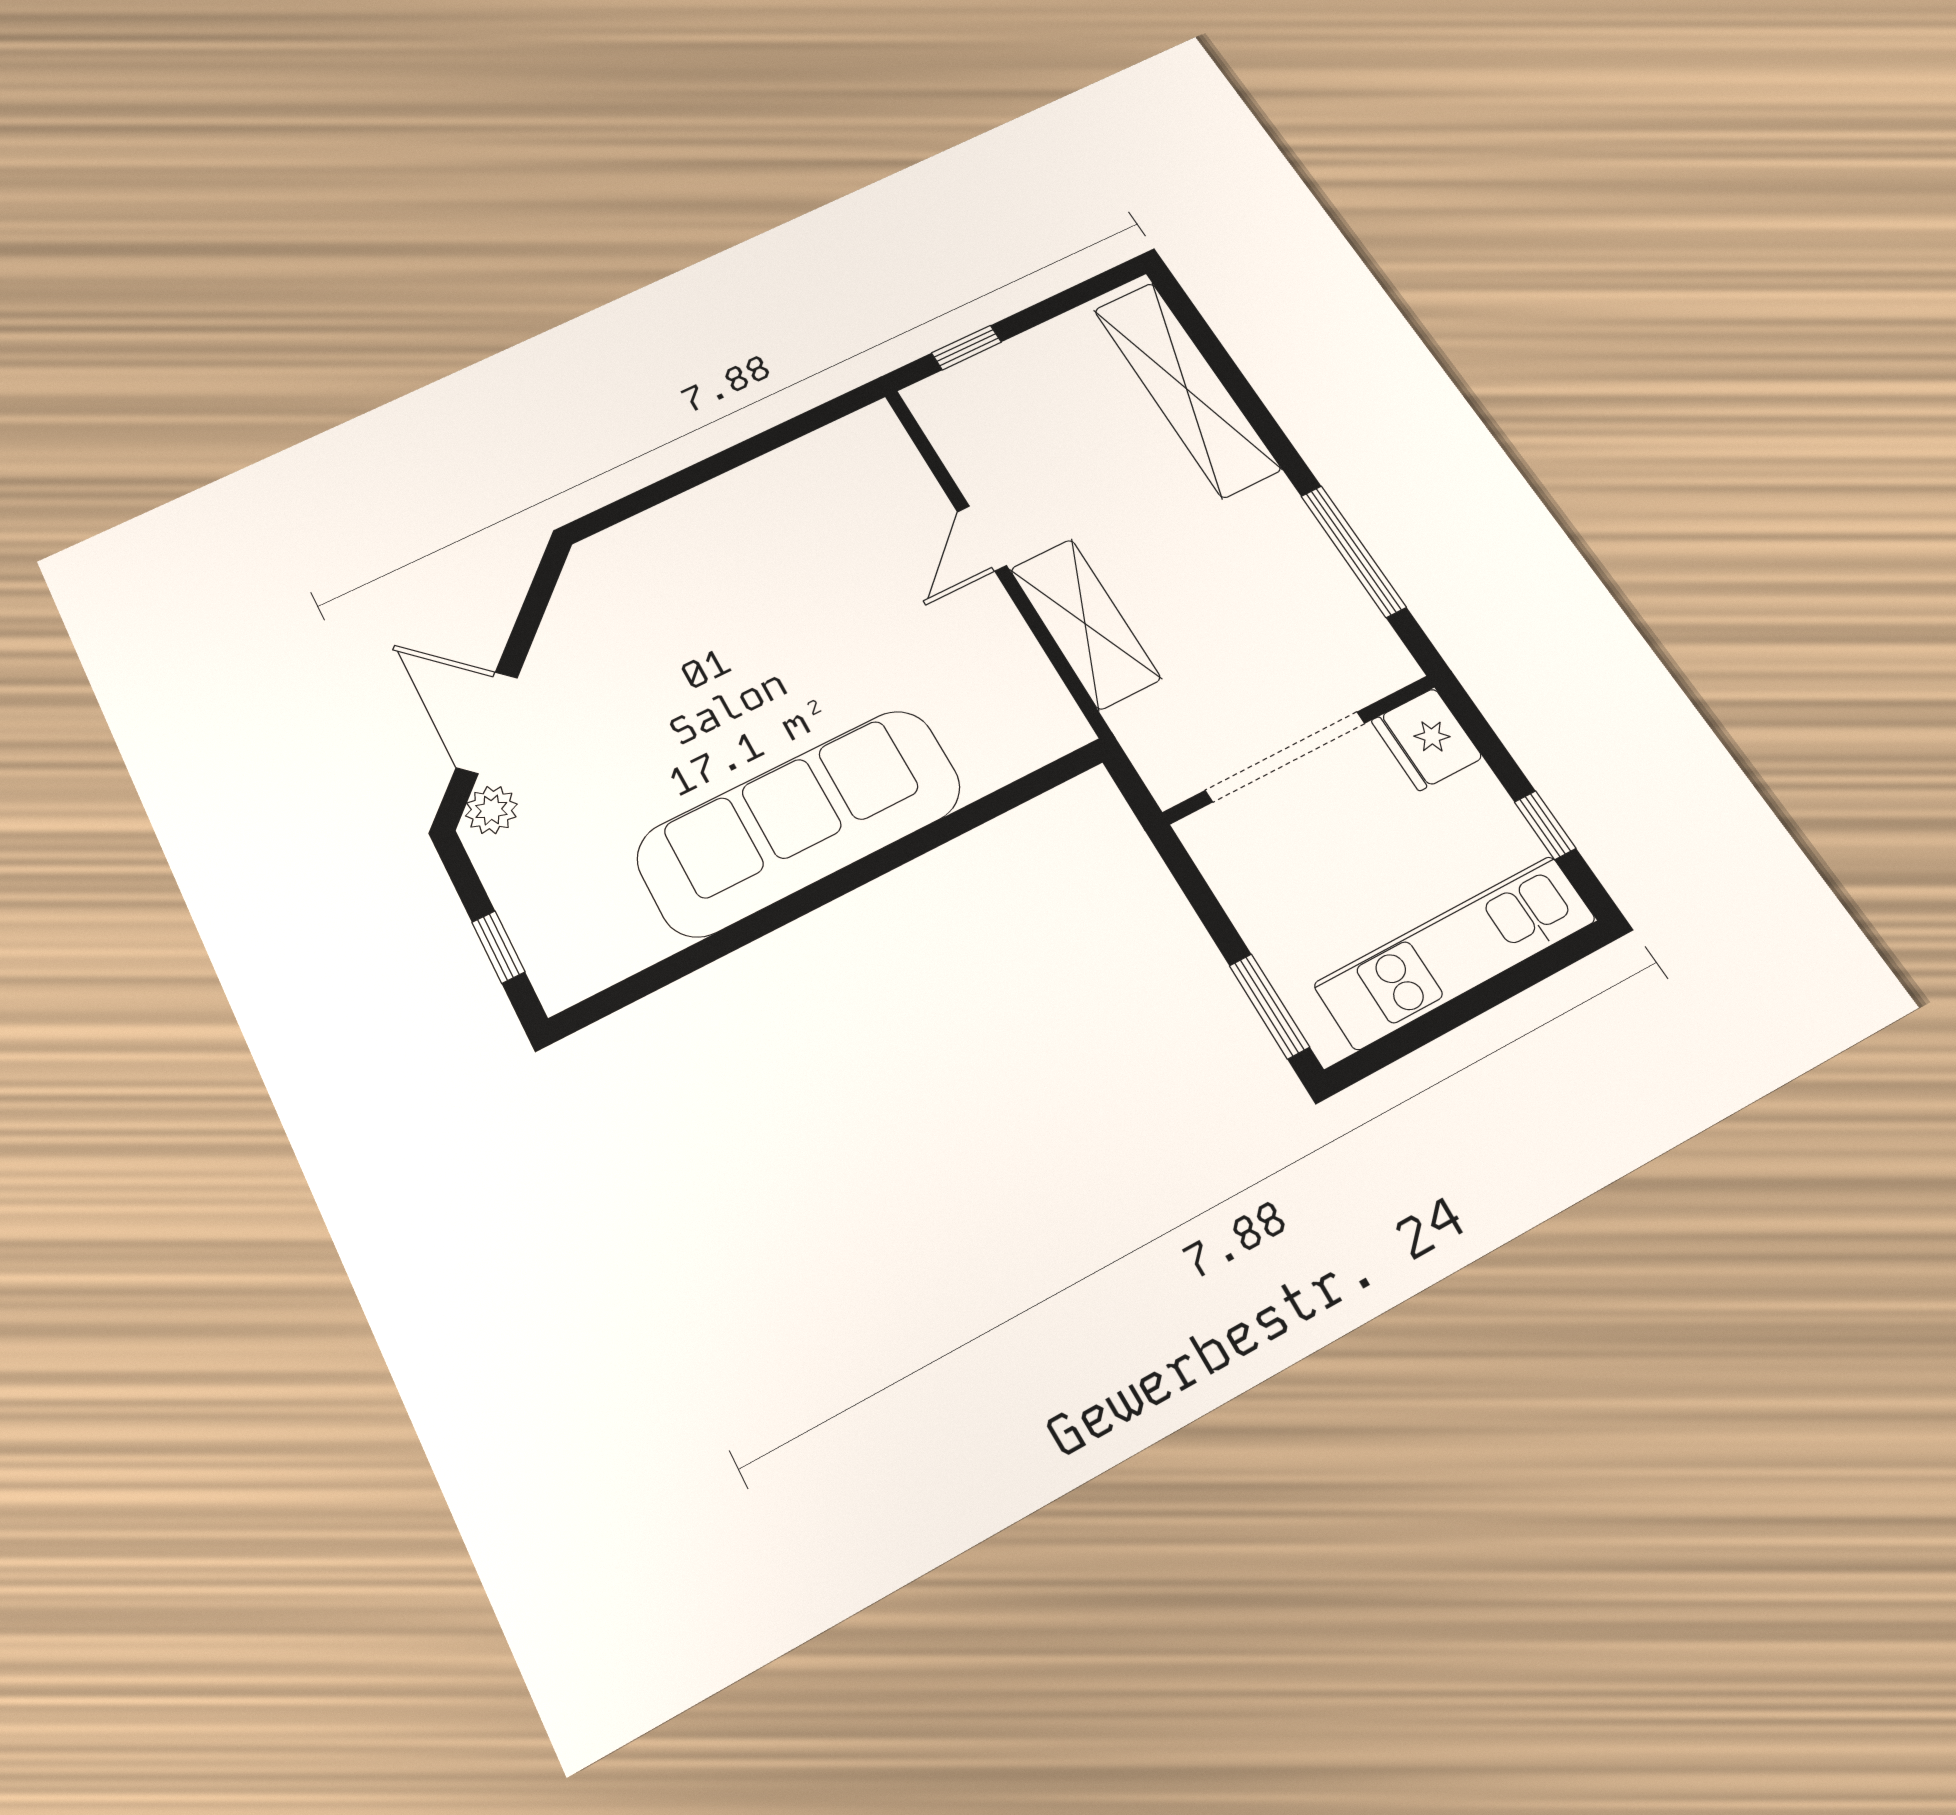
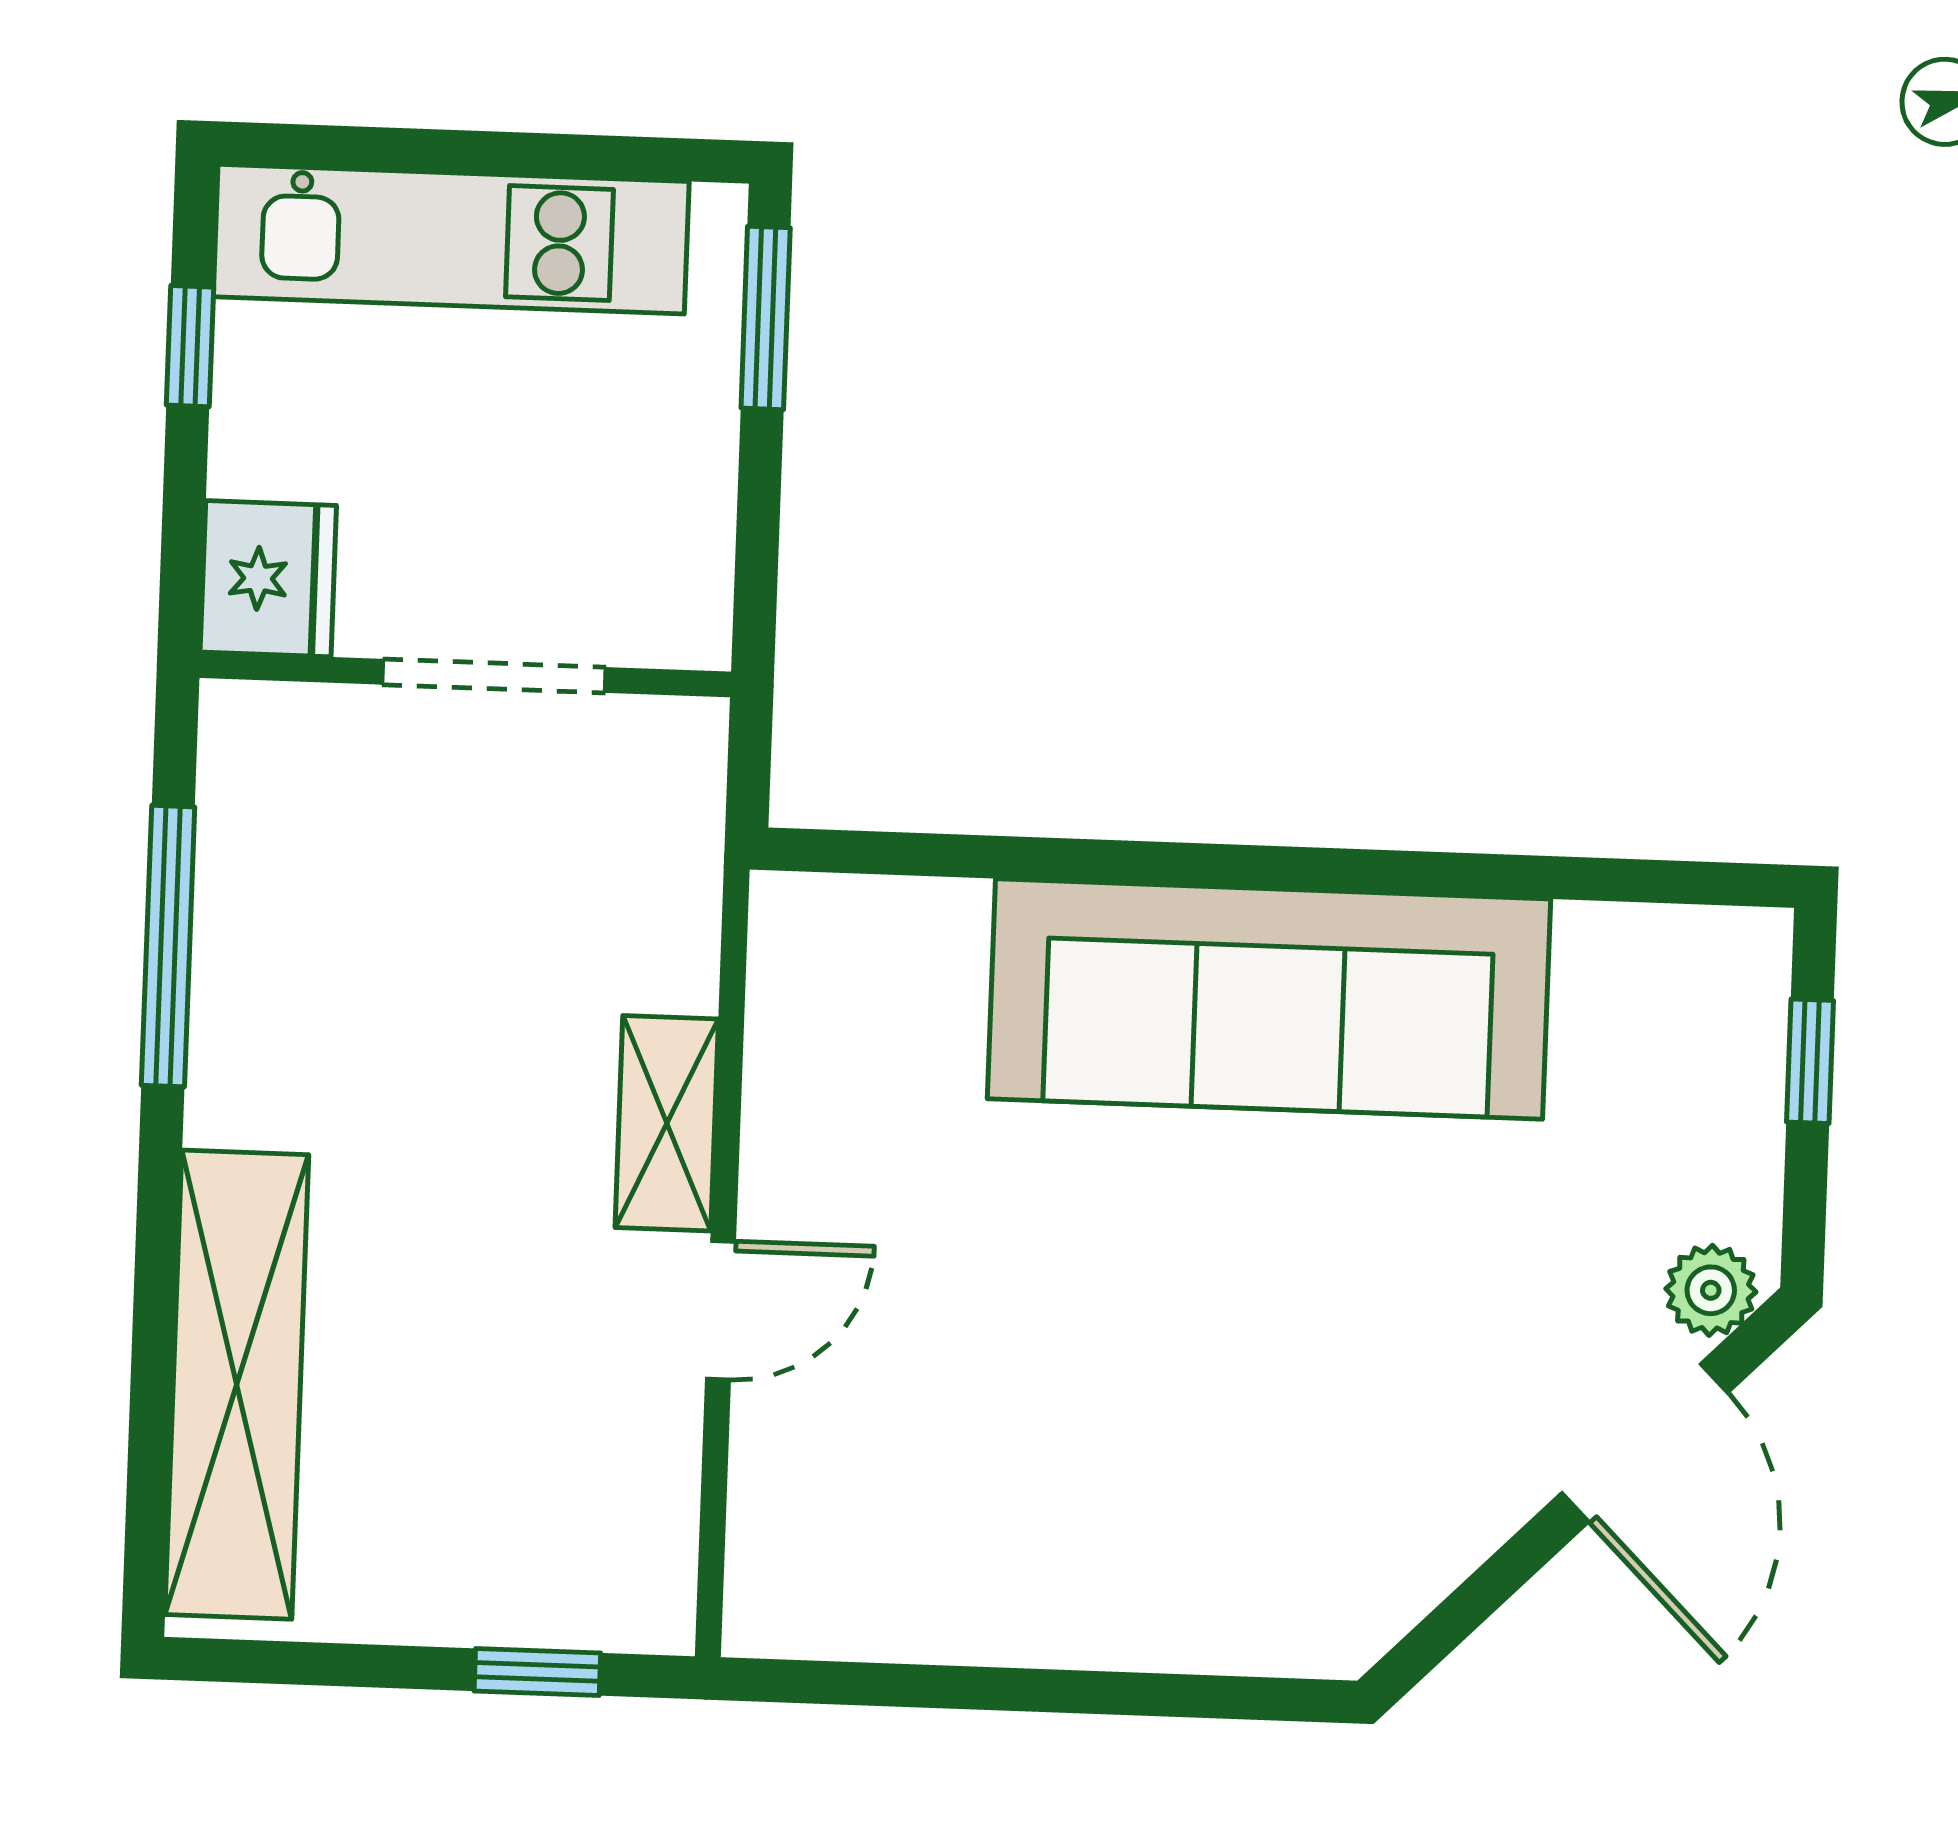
shelving: (1085, 624) -> (667, 1123), width x0.67, depth x0.75
doorway: (1285, 757) -> (494, 676), width x0.73

